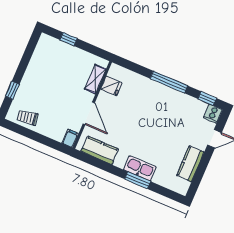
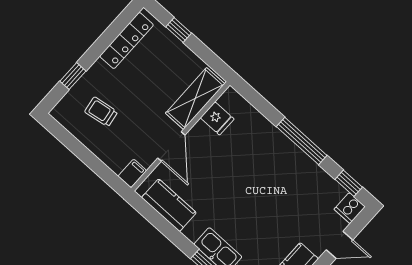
locker: (38, 57) -> (127, 40), added
shelving: (95, 79) -> (195, 99), width x1.50, depth x1.33
trolley: (27, 118) -> (101, 112), moved

